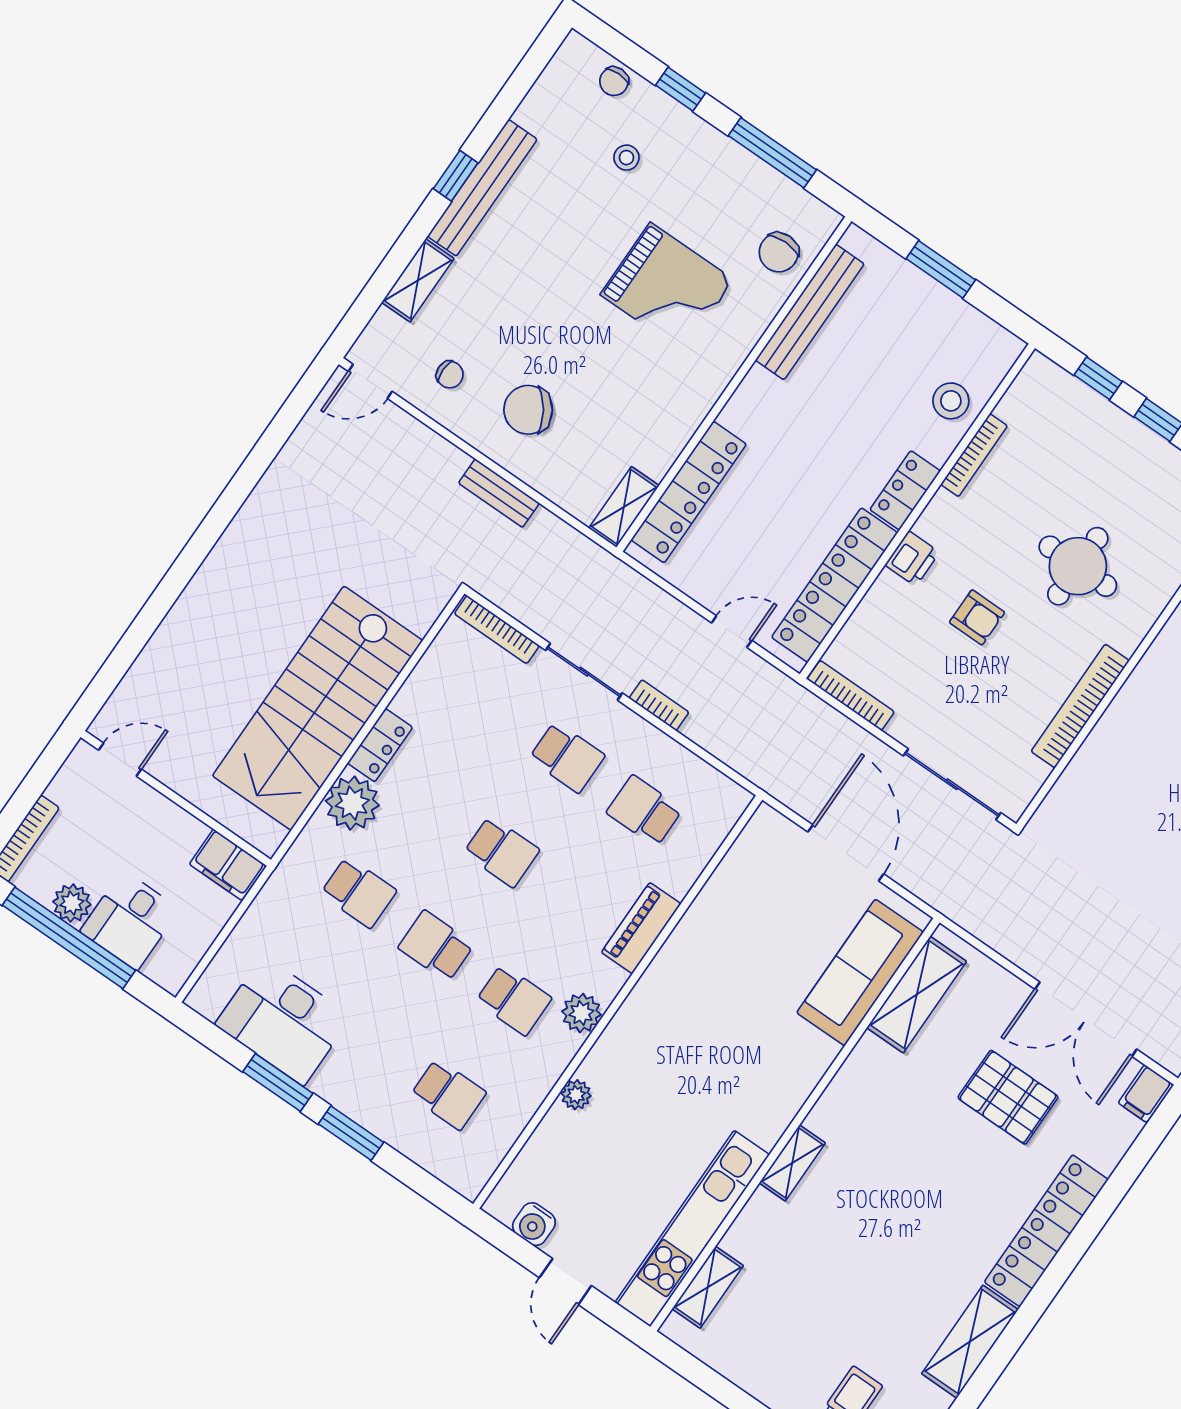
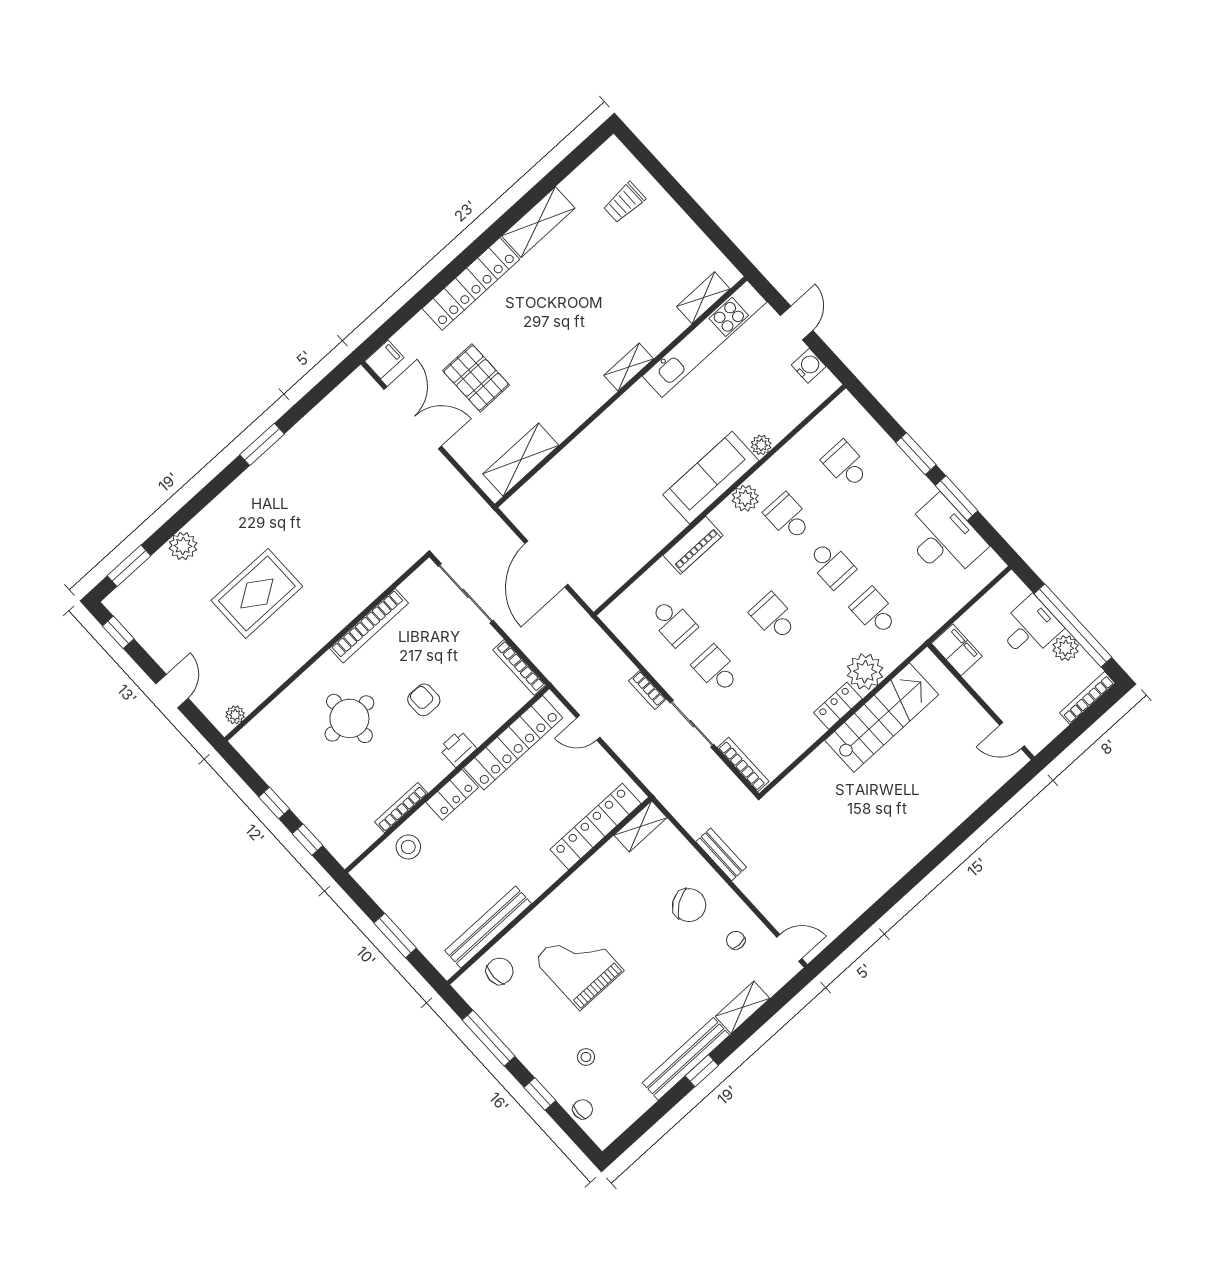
stairs: (318, 708) -> (882, 717), width x0.73, depth x0.66
sofa: (860, 972) -> (711, 478), moved, turned 180

